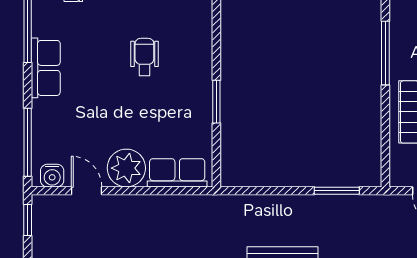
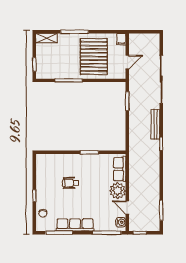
row of seats: (46, 68) -> (75, 225), width x1.48
door: (87, 191) -> (127, 208), hinge flipped

